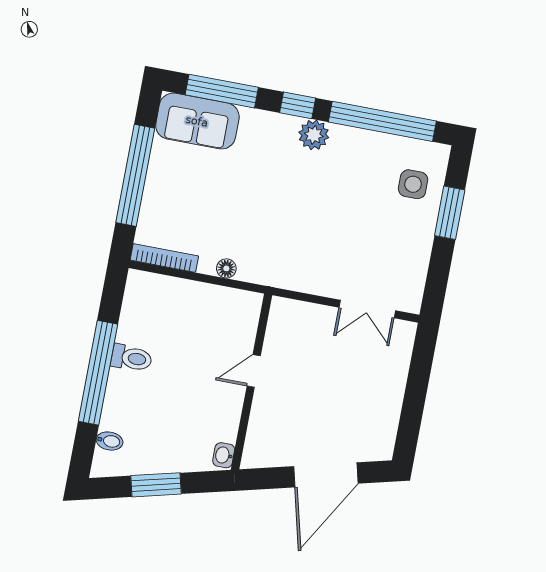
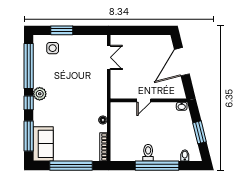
door: (254, 371) -> (144, 100), hinge flipped
door: (326, 475) -> (182, 62), swing flipped

